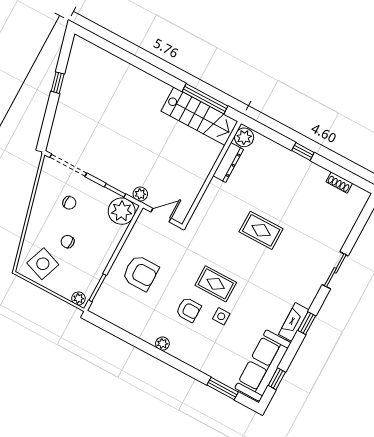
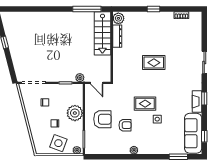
stairs: (199, 116) -> (102, 33), moved, turned 90
plant: (122, 211) -> (75, 113), moved
door: (161, 215) -> (97, 83), swing flipped
side table: (43, 264) -> (58, 143), moved
armchair: (188, 310) -> (125, 125), moved

